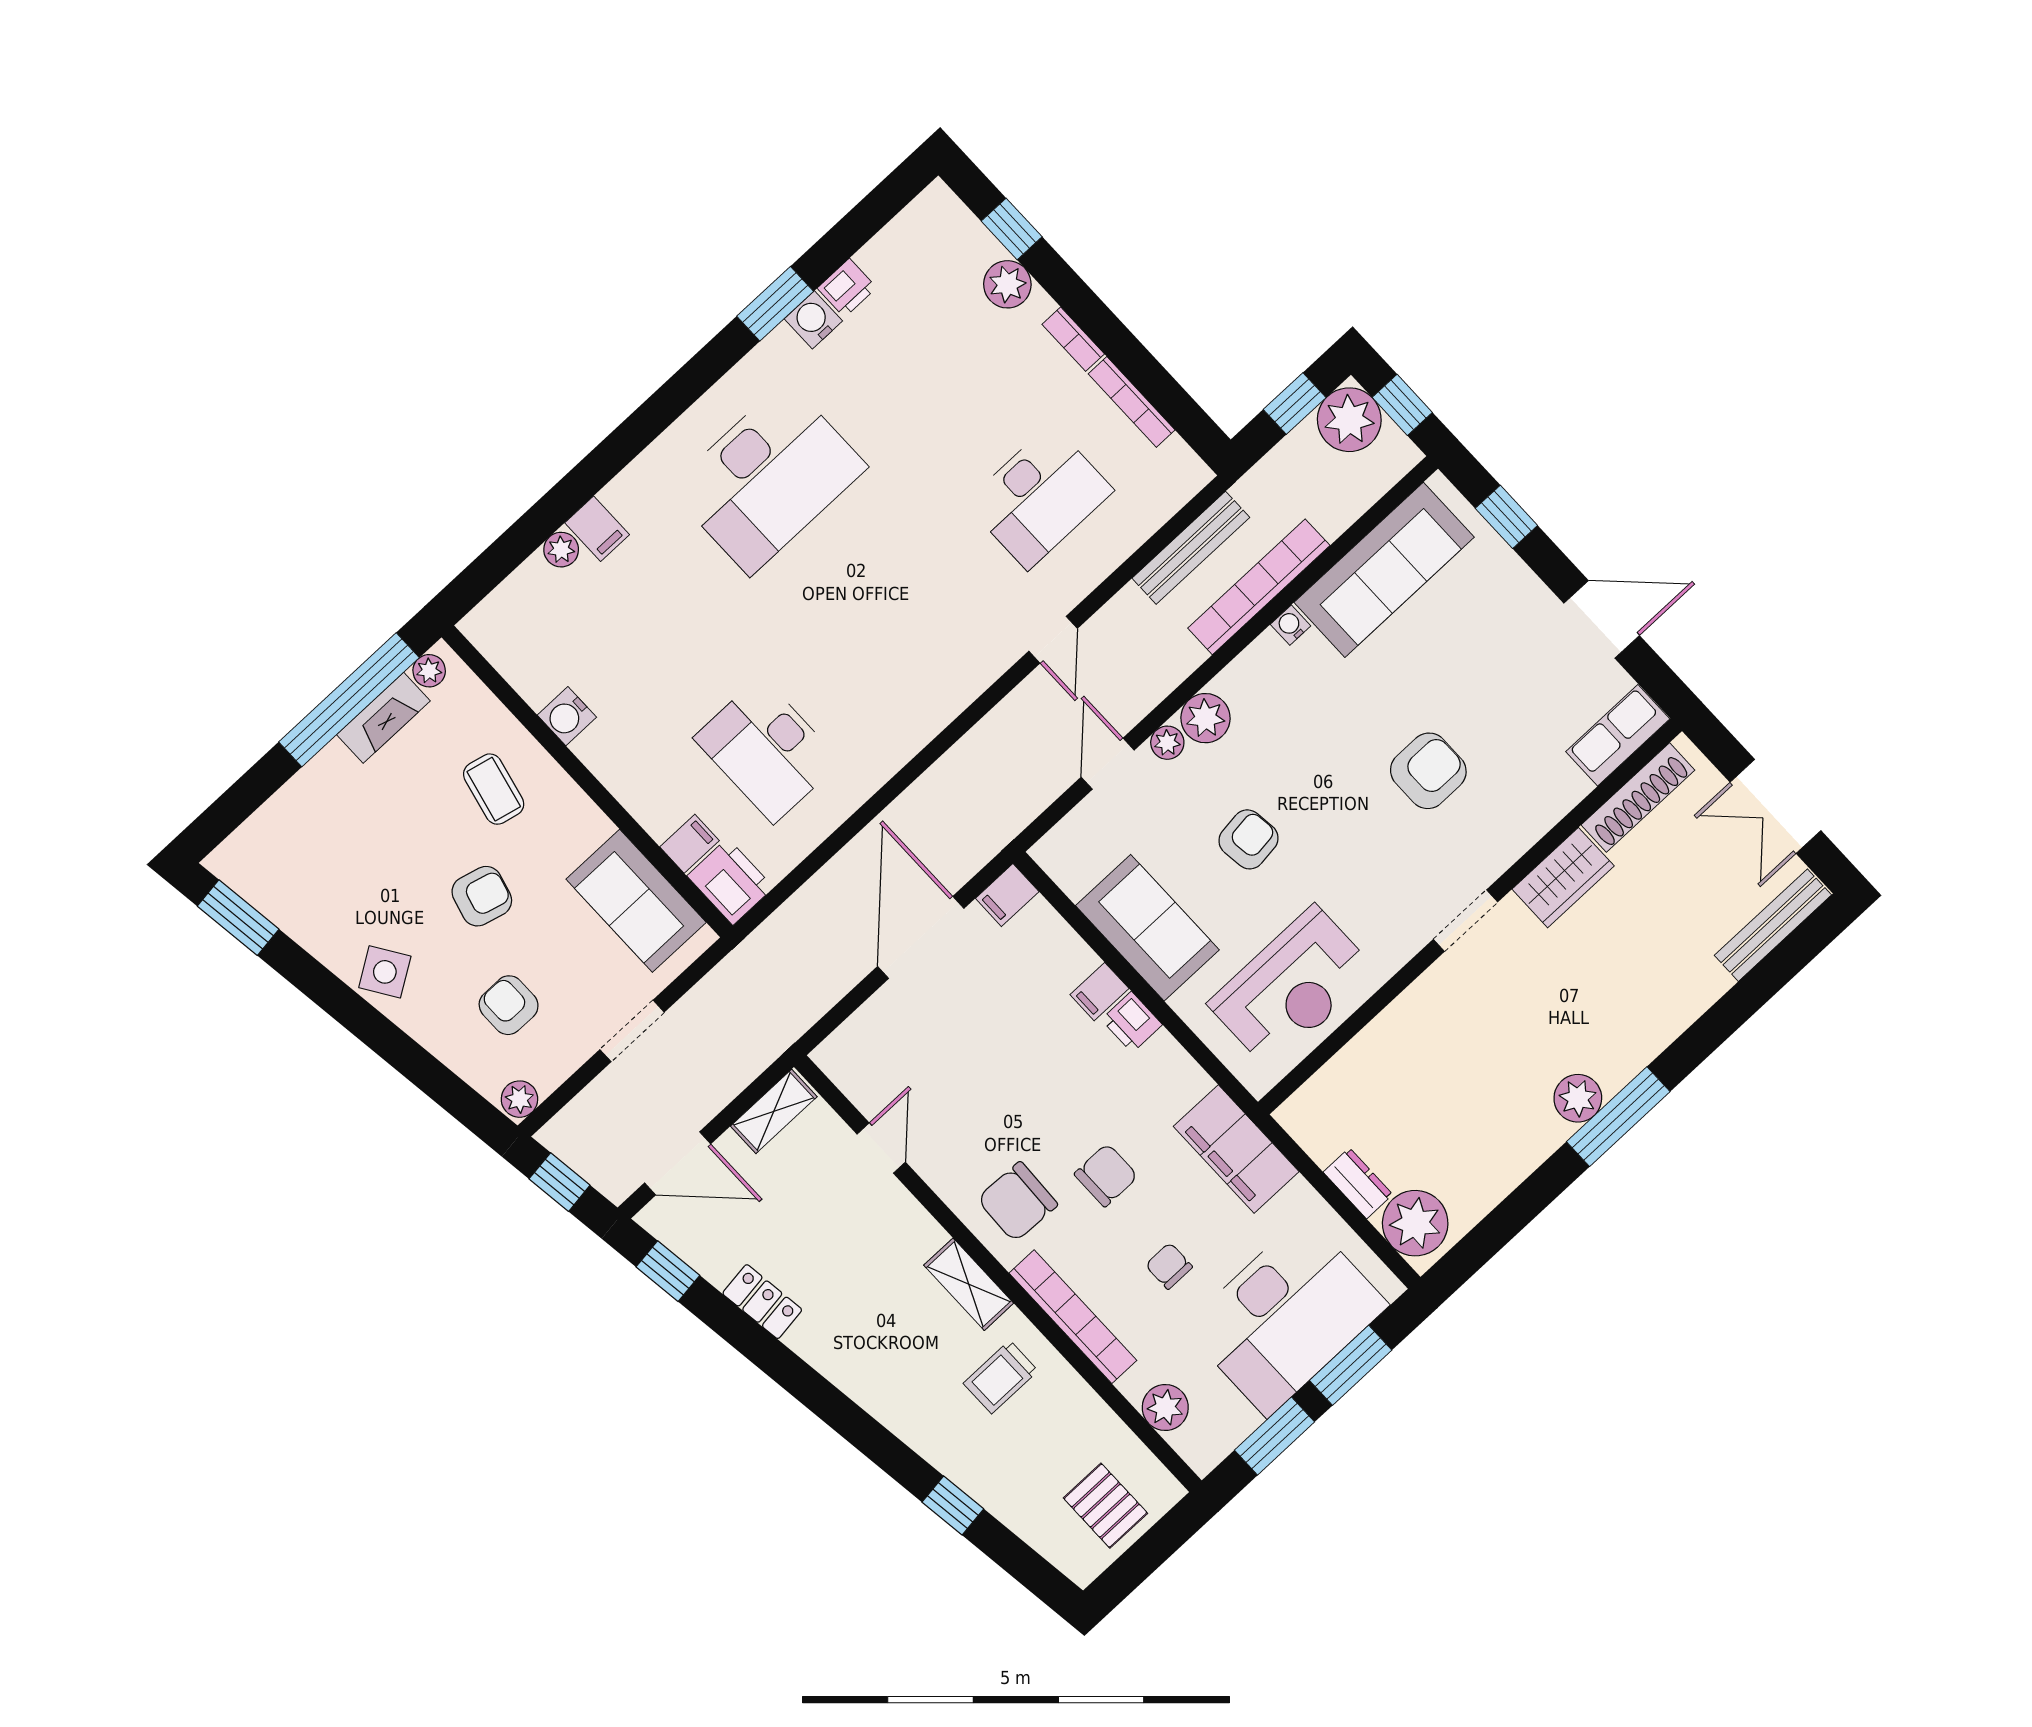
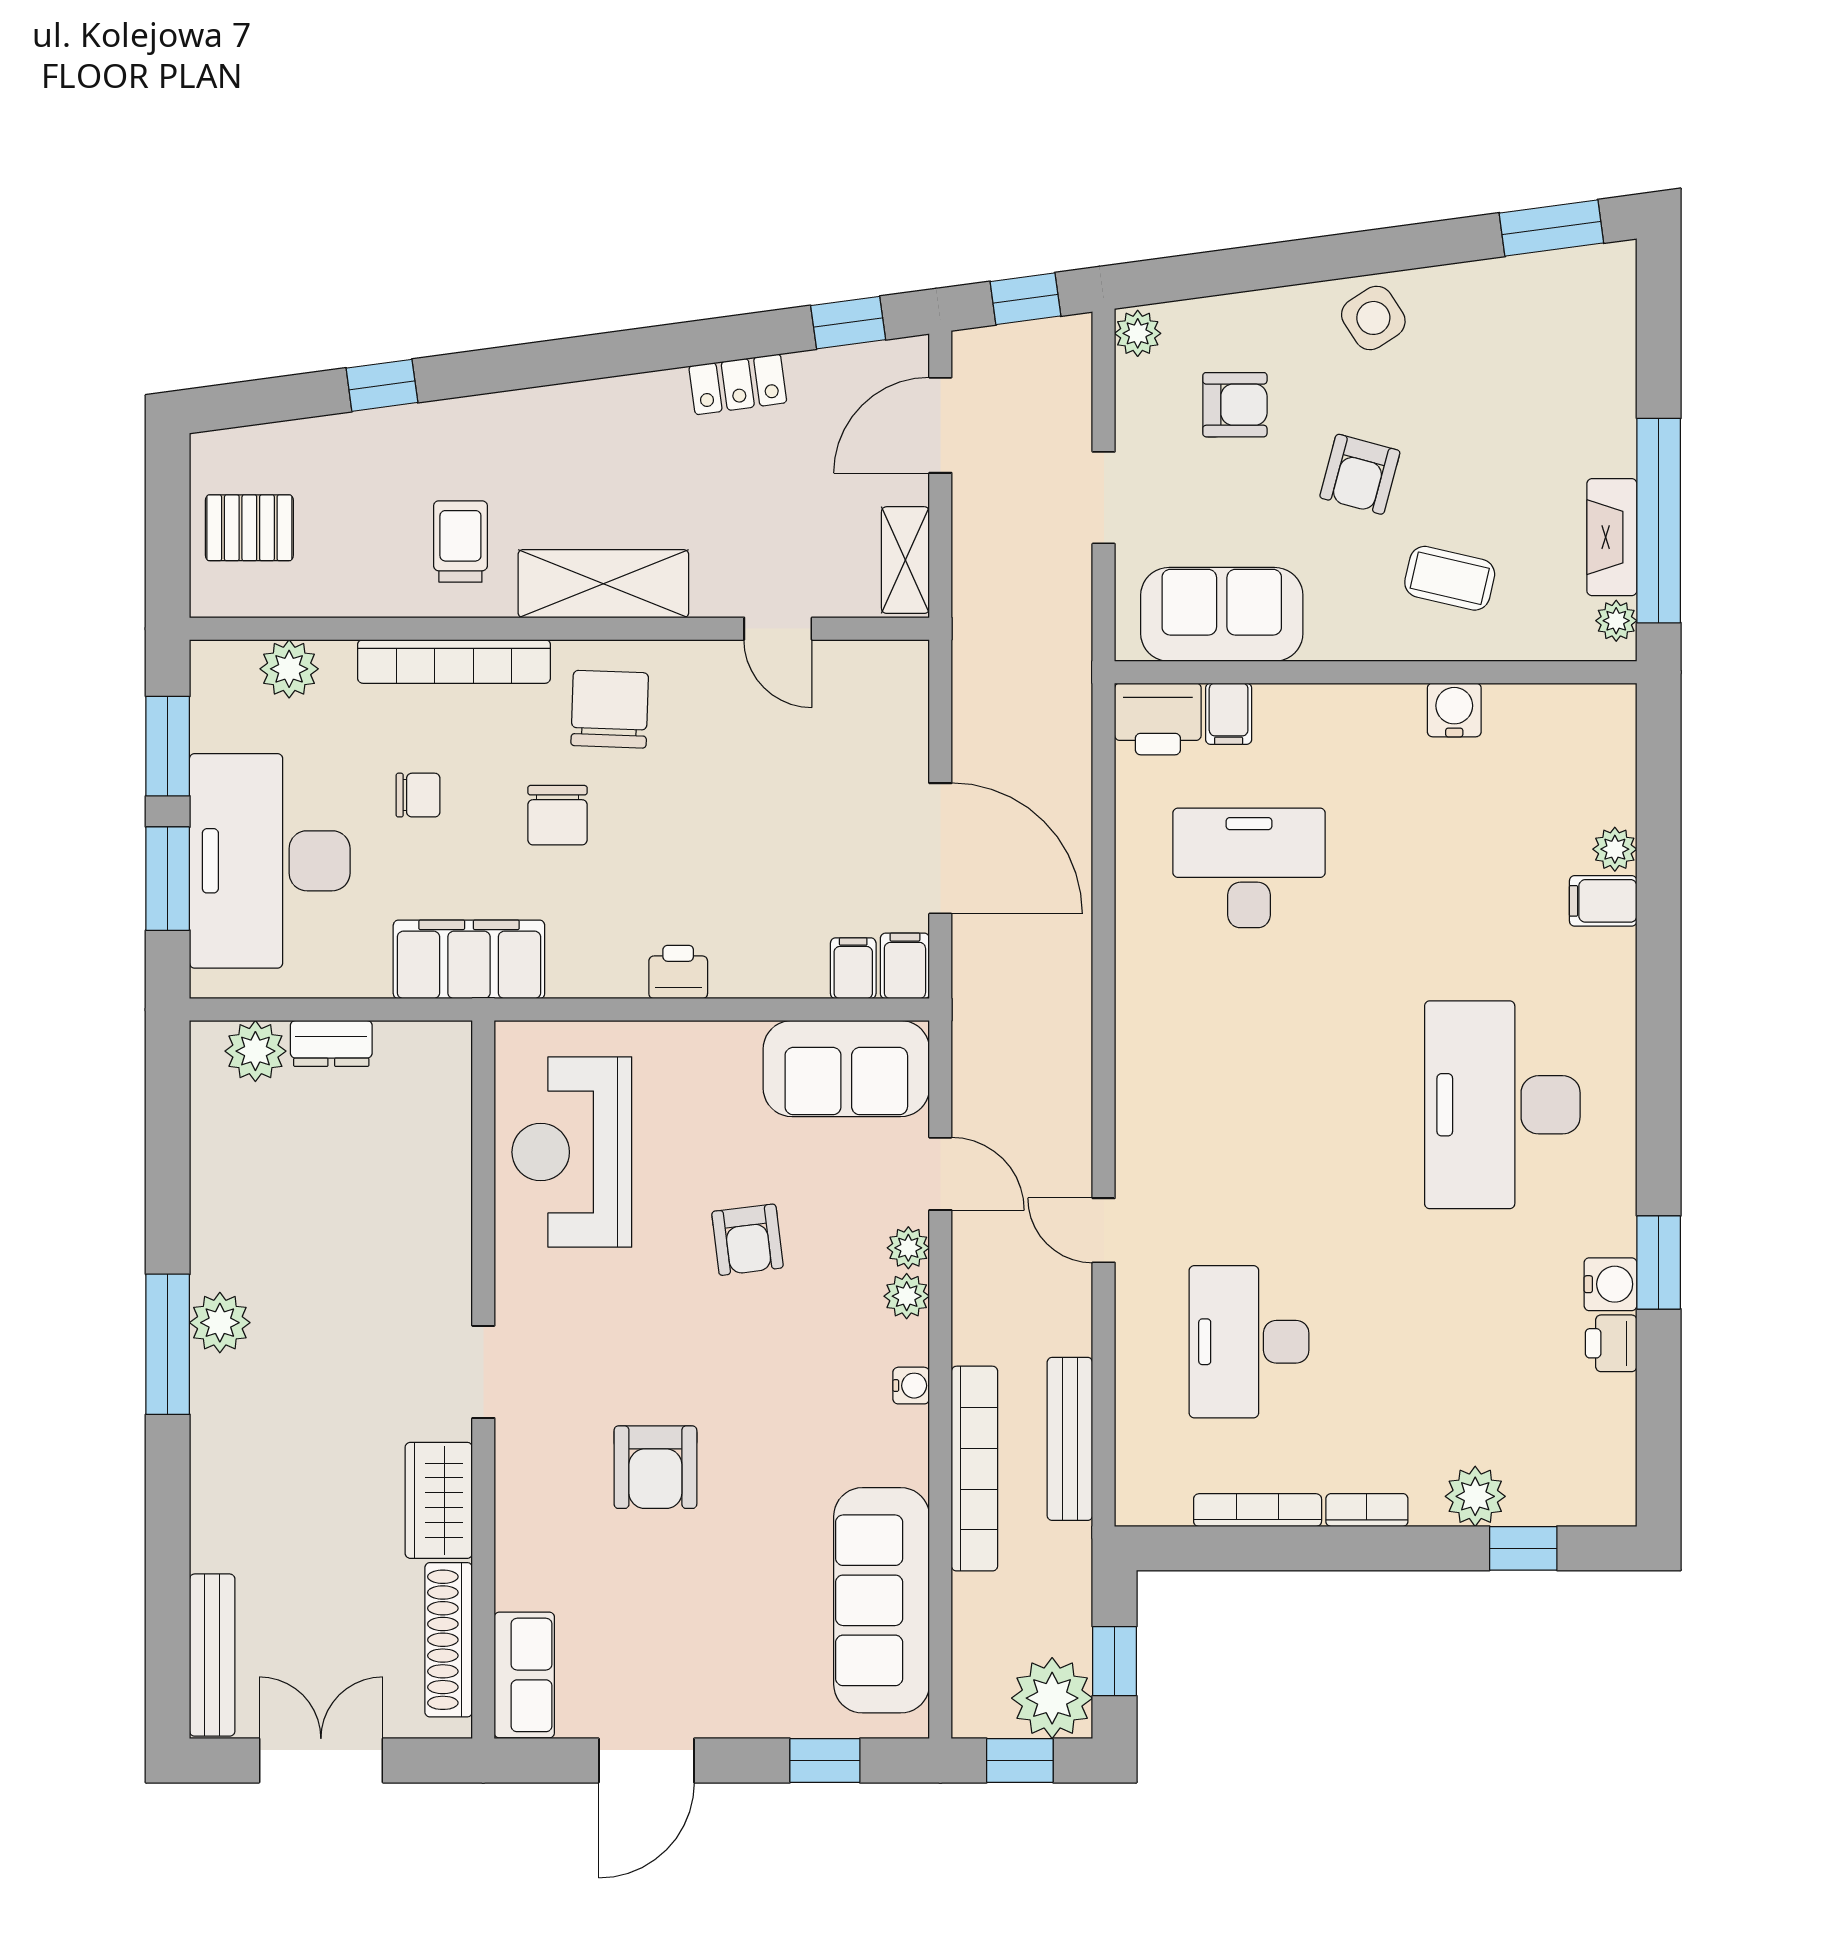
water cooler: (1291, 625) -> (911, 1386), moved
plant: (1205, 718) -> (907, 1296), width x0.73, depth x0.73
sofa: (1147, 928) -> (846, 1069), moved
filing cabinet: (1099, 992) -> (853, 968), moved
plant: (1415, 1223) -> (255, 1051), width x0.73, depth x0.73
shelving: (969, 1284) -> (603, 584), width x1.50, depth x1.33

